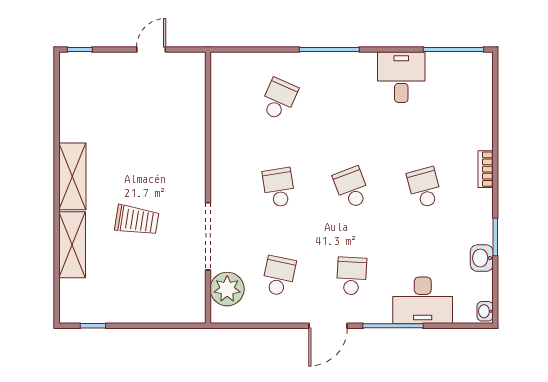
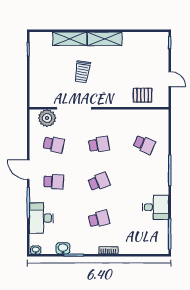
pallet: (182, 102) -> (143, 95), added

